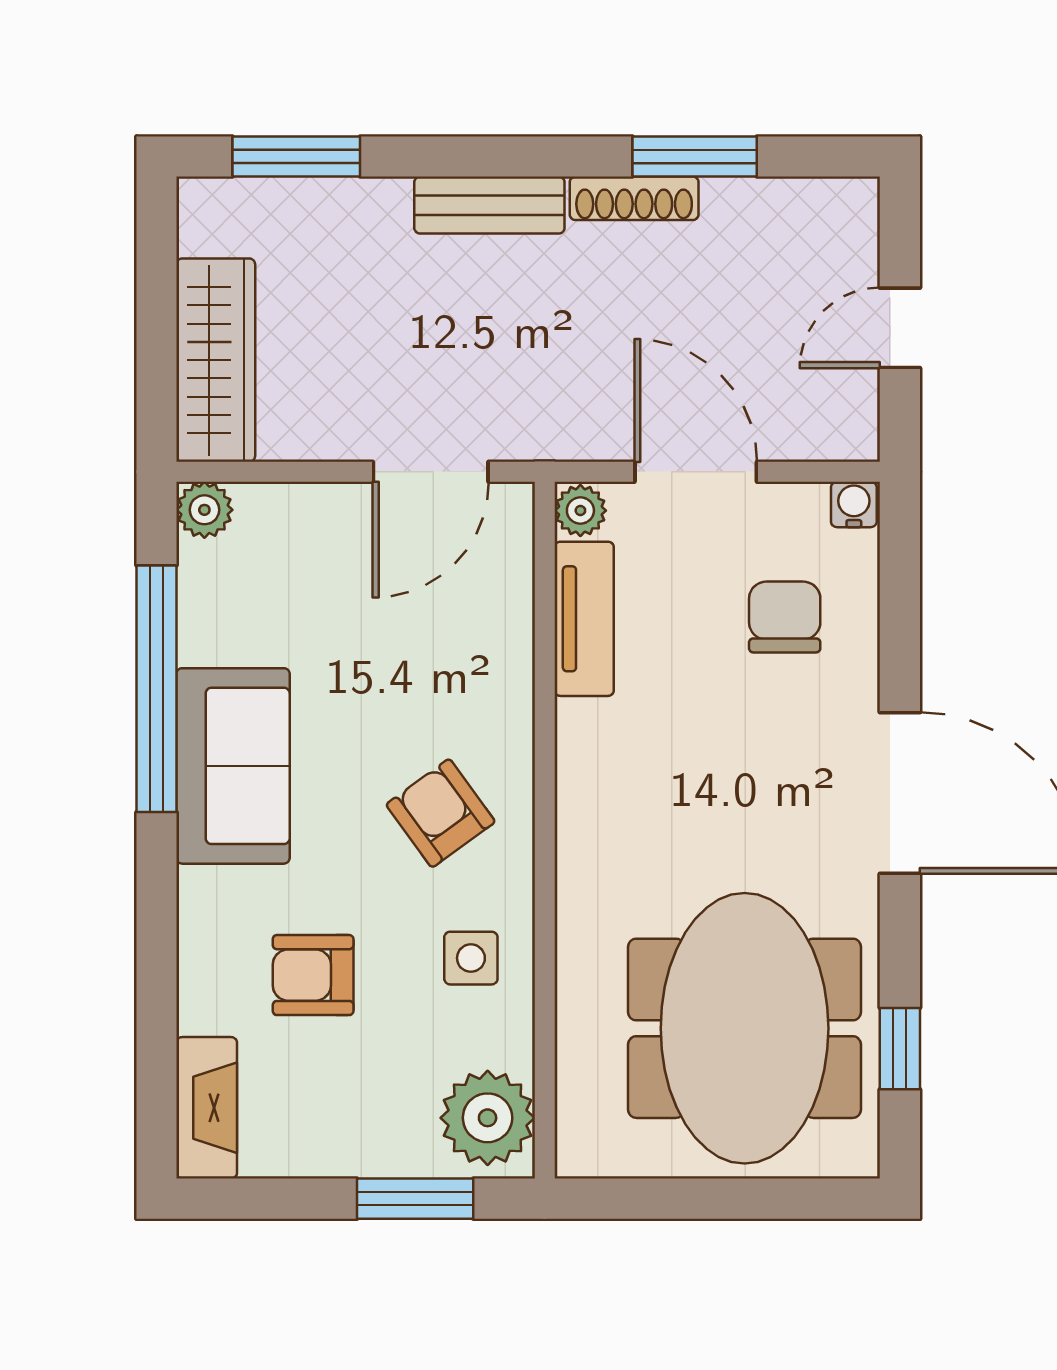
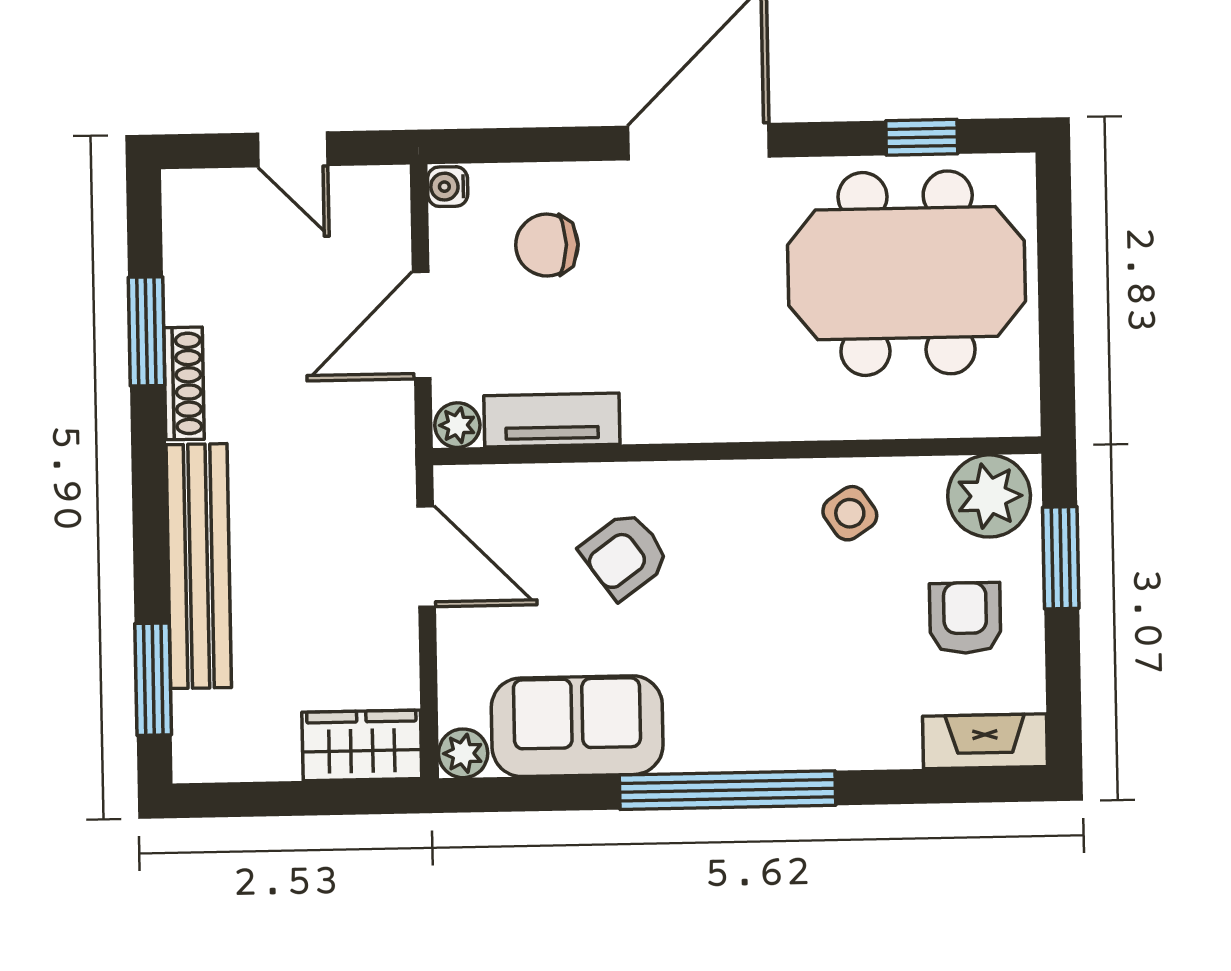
bench: (489, 205) -> (199, 566), width x1.86, depth x1.21
wardrobe: (216, 360) -> (362, 745), width x0.67
window: (156, 689) -> (728, 790), moved
sofa: (233, 766) -> (577, 726), moved
armchair: (441, 813) -> (625, 555), moved
side table: (471, 958) -> (850, 513), turned -34
armchair: (313, 975) -> (965, 618), moved, turned 180

